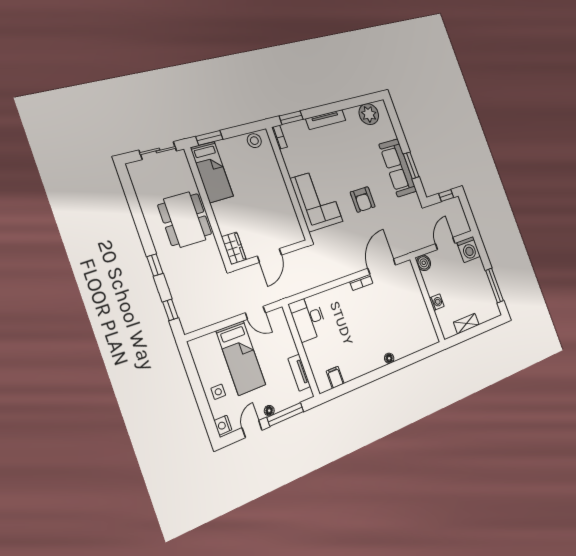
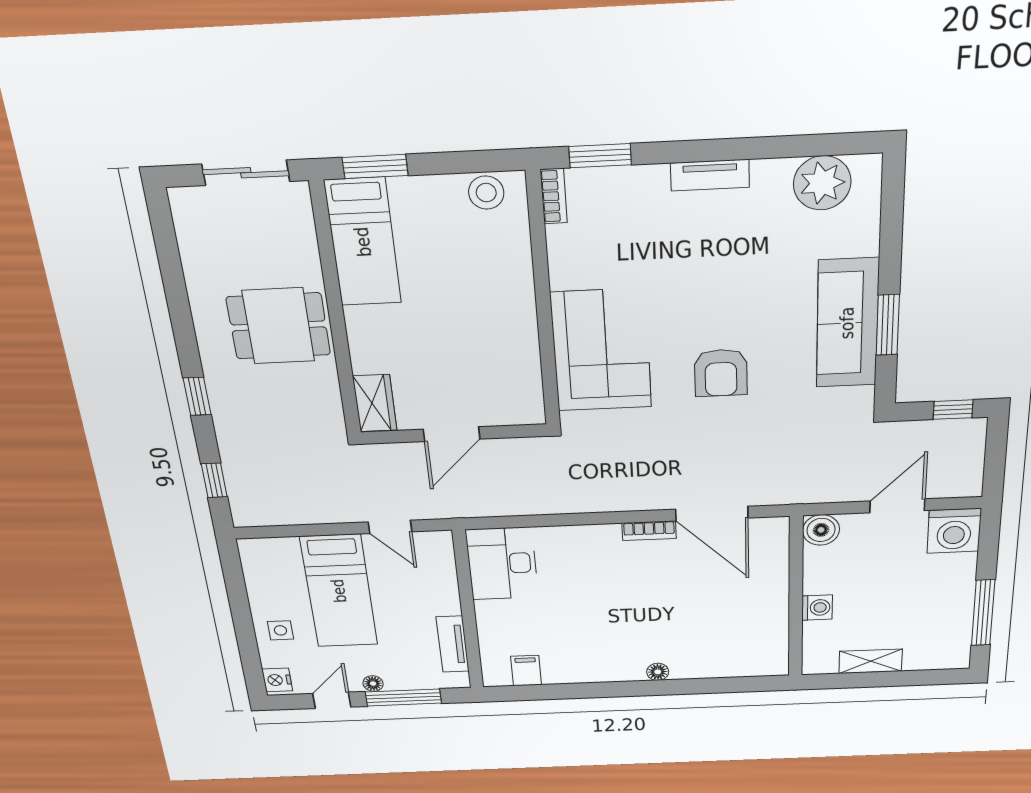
tv unit: (326, 120) -> (710, 175), width x0.71
dining table: (185, 219) -> (278, 326), width x0.73
door: (382, 267) -> (712, 514), swing flipped

